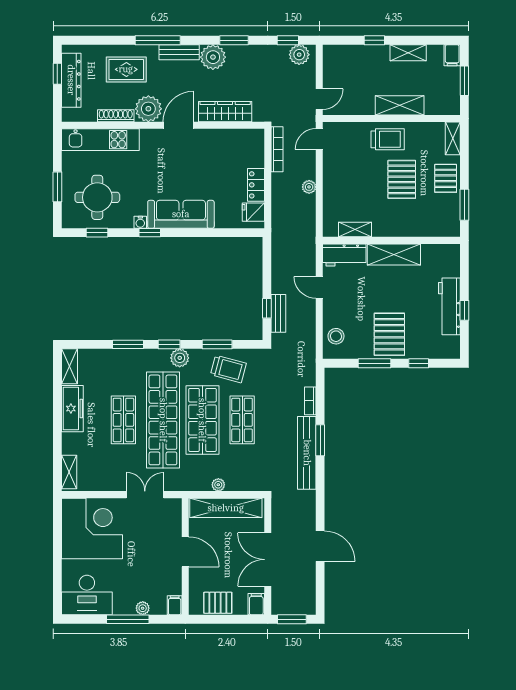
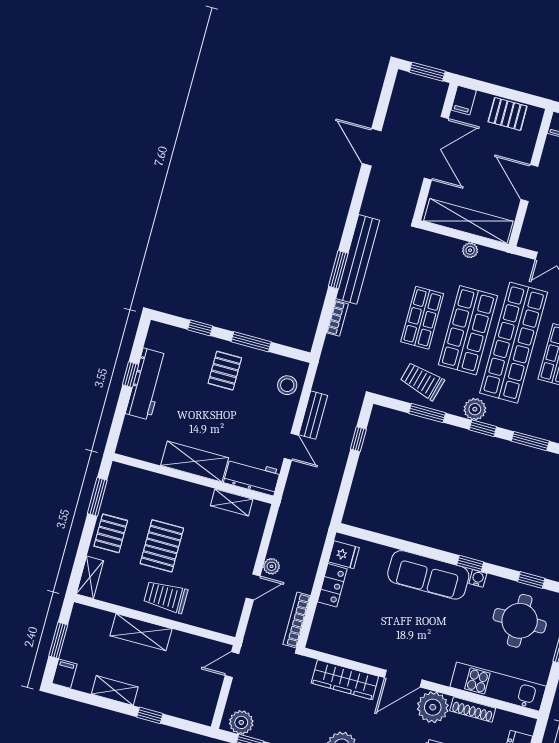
door: (319, 139) -> (253, 587), moved
bench: (278, 313) -> (313, 415), moved
pallet: (389, 334) -> (225, 371), width x0.67, depth x0.71

